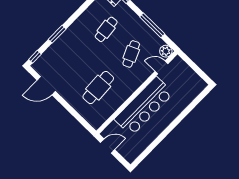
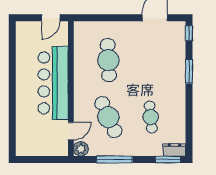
cafe table: (131, 54) -> (108, 117), width x1.37, depth x1.35

